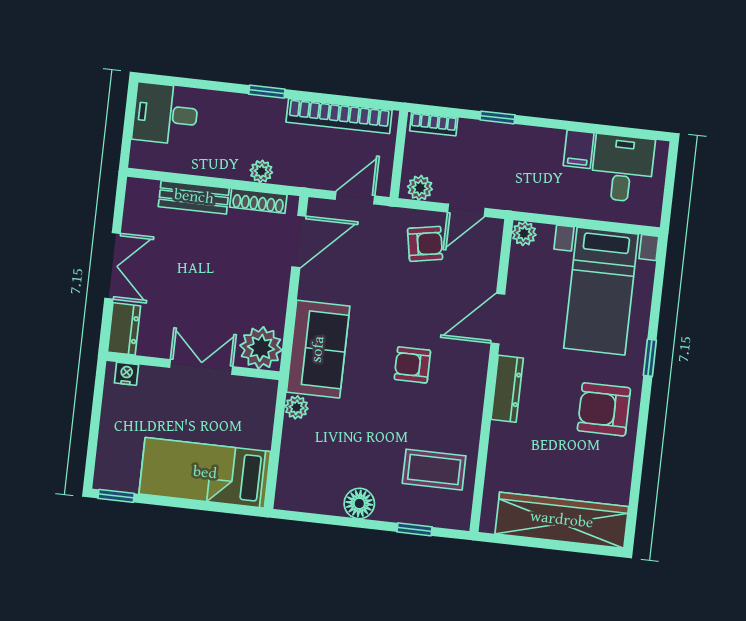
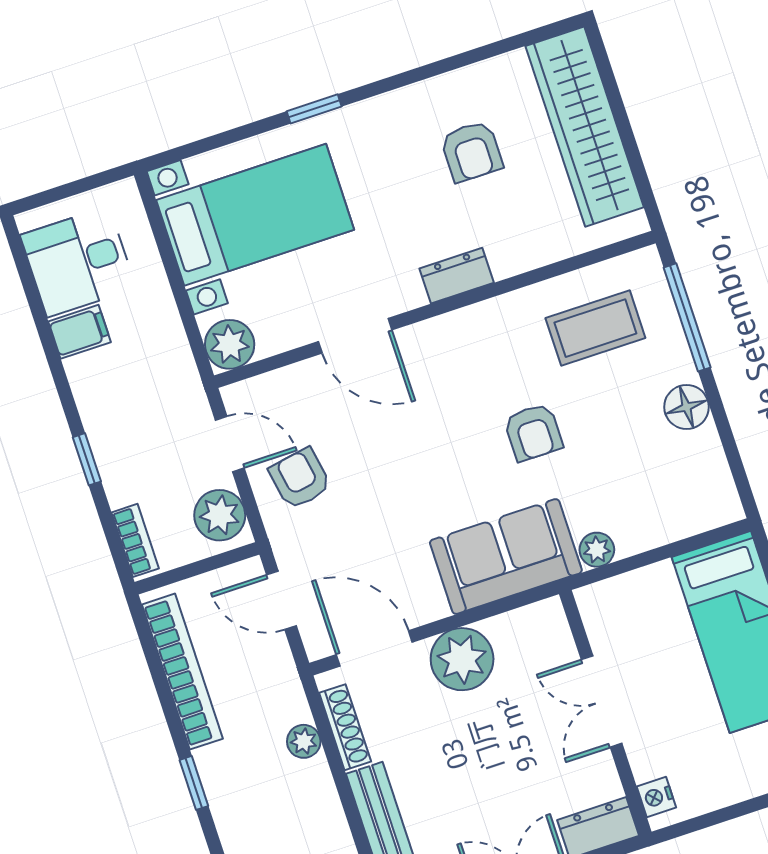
plant: (420, 188) -> (220, 515), width x1.38, depth x1.38
plant: (524, 233) -> (230, 344), width x1.38, depth x1.38
plant: (261, 348) -> (462, 659), moved
armchair: (412, 365) -> (533, 432), moved
dresser: (507, 389) -> (457, 276), width x0.70
armchair: (604, 409) -> (472, 151), moved, width x0.72, depth x0.72
coffee table: (434, 470) -> (595, 328), turned 90
window: (414, 529) -> (687, 317), width x2.17

